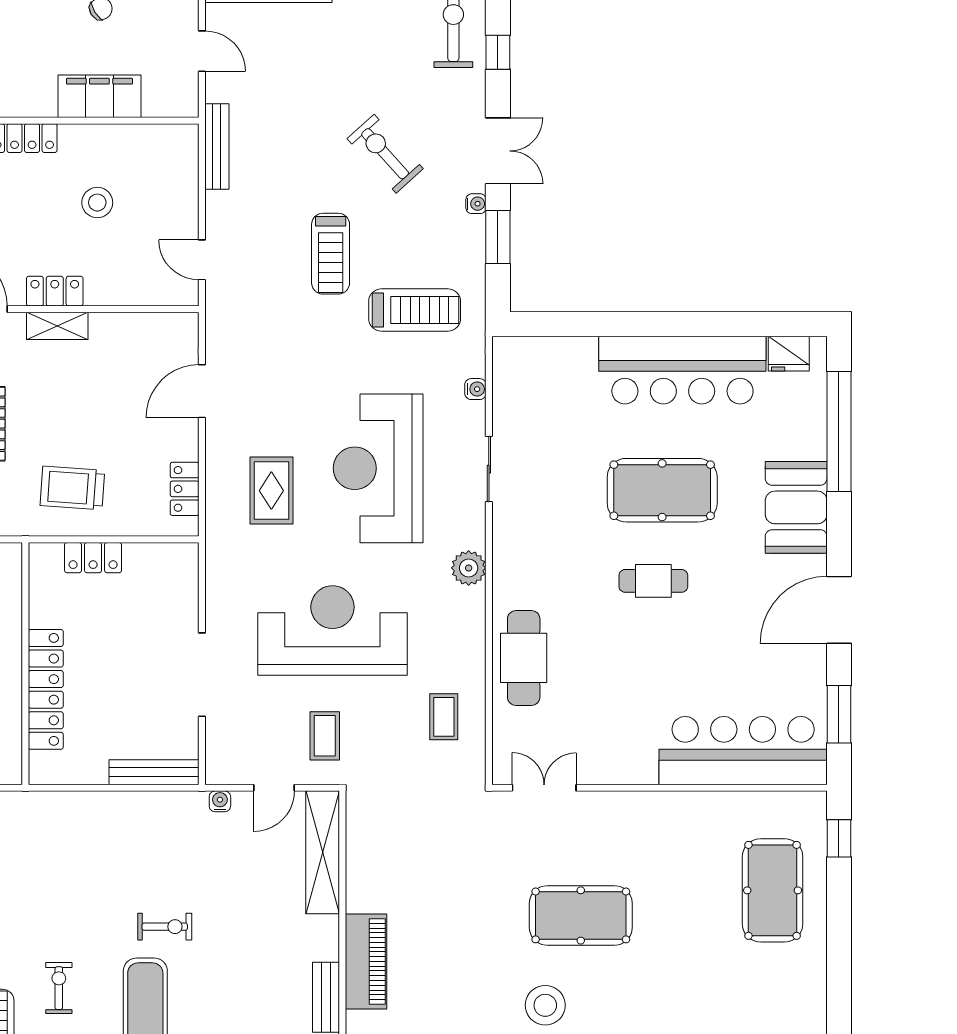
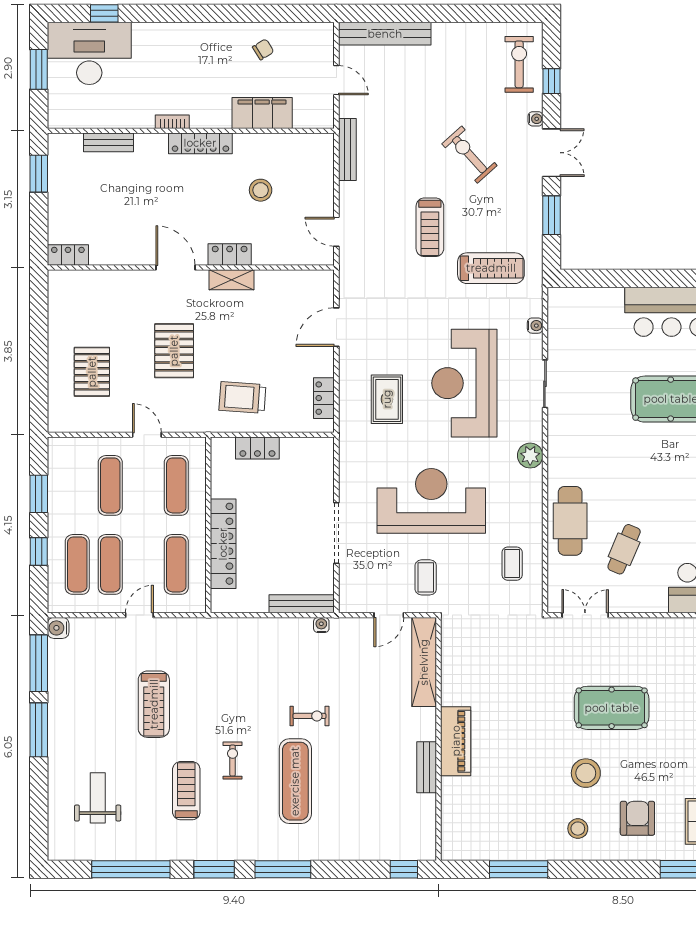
water cooler: (476, 204) -> (536, 119), moved
cafe table: (653, 581) -> (624, 549), moved, turned -67
water cooler: (220, 801) -> (321, 625), moved

